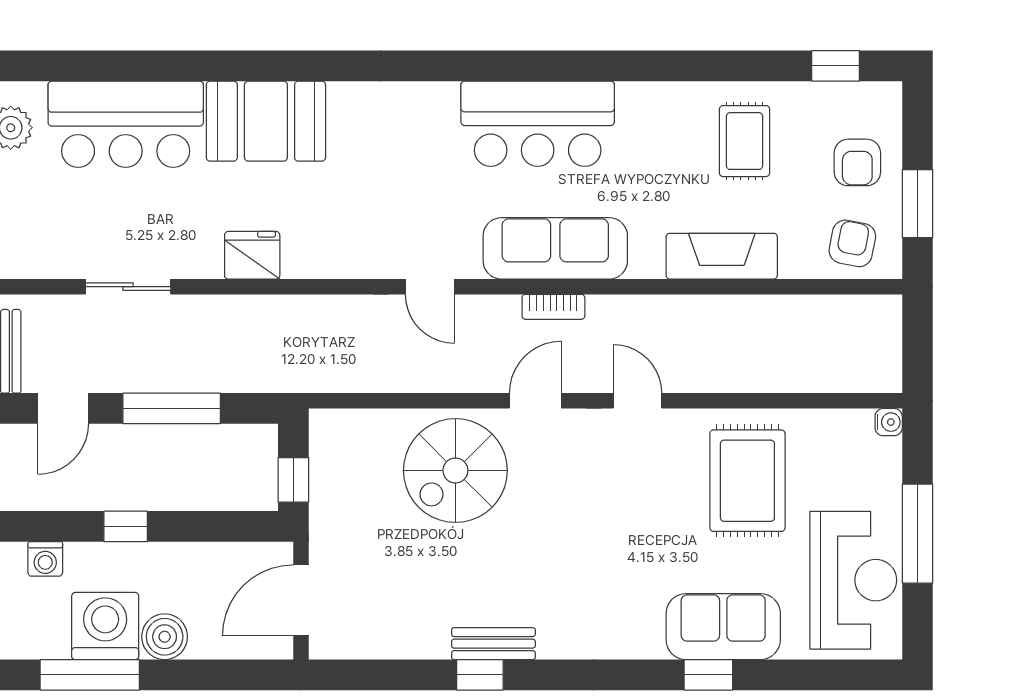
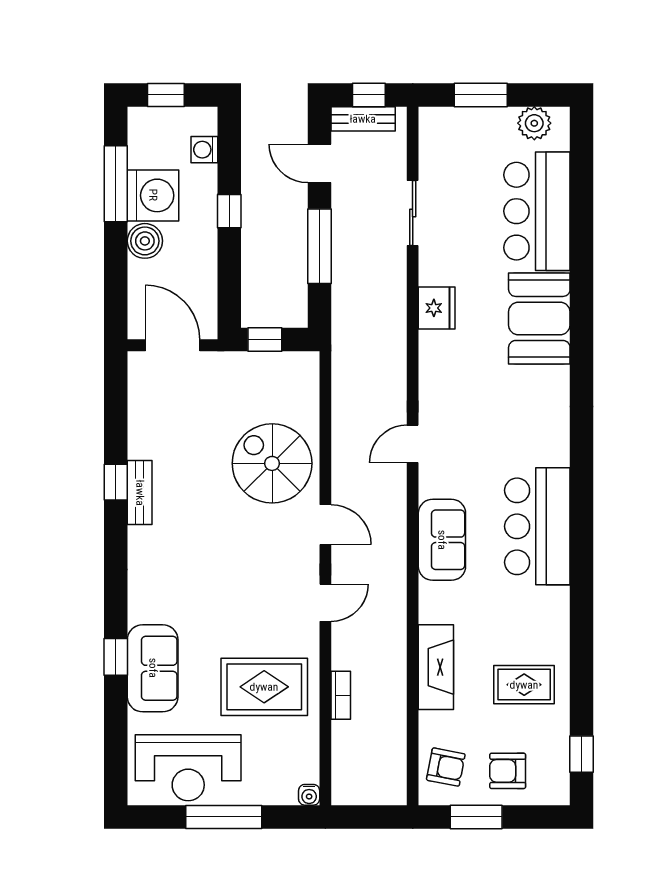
sofa: (555, 248) -> (442, 540), width x0.73
bookcase: (553, 307) -> (341, 695), moved, turned 180

